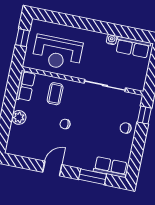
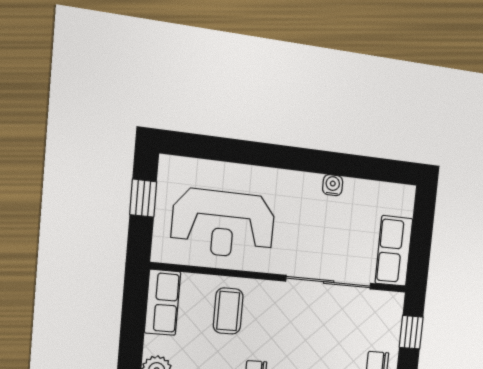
row of seats: (133, 47) -> (394, 251), moved, turned 90

